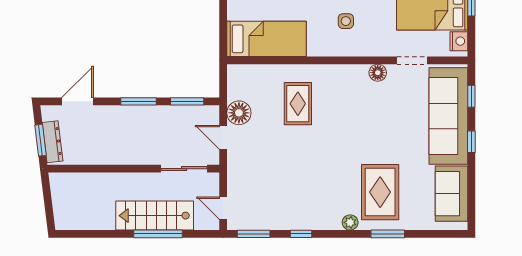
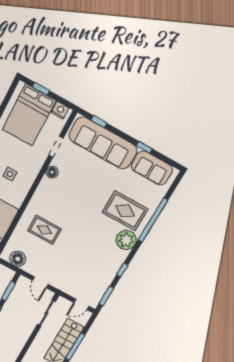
floor lamp: (239, 113) -> (18, 259), moved
door: (223, 137) -> (40, 282), hinge flipped
window: (471, 142) -> (144, 147), moved
plant: (350, 222) -> (126, 240), width x1.87, depth x1.87
window: (388, 234) -> (153, 220), width x2.11

